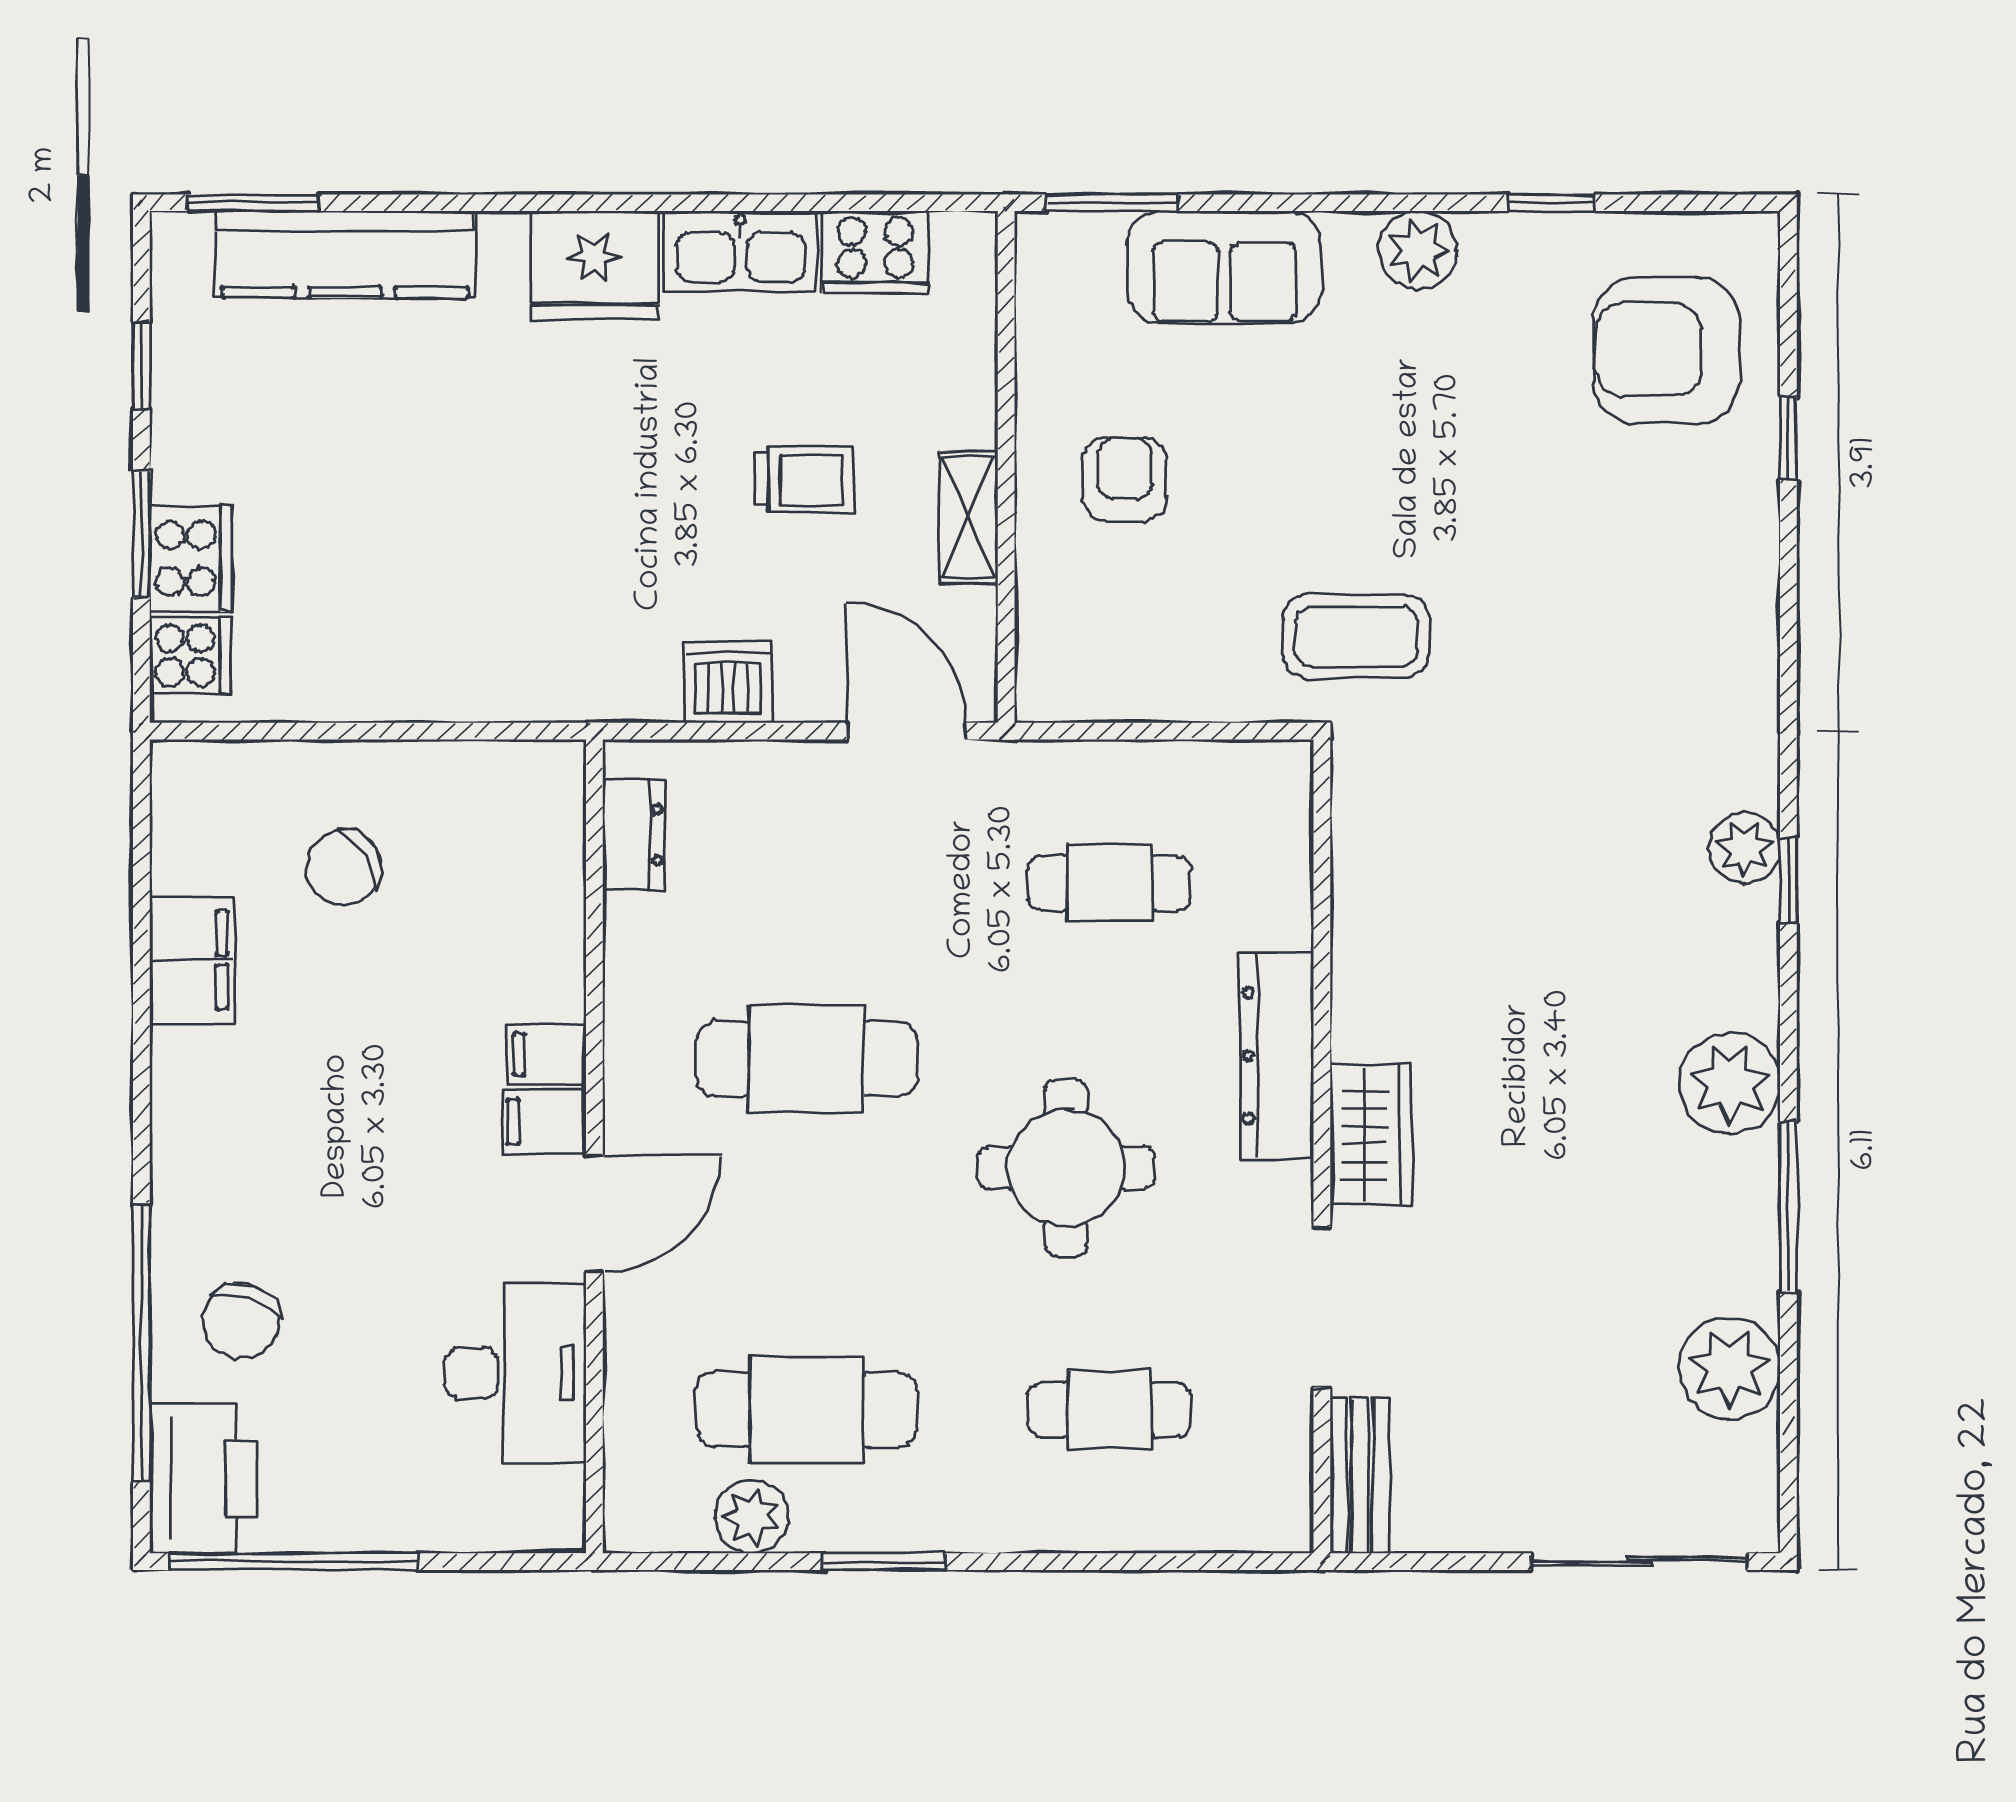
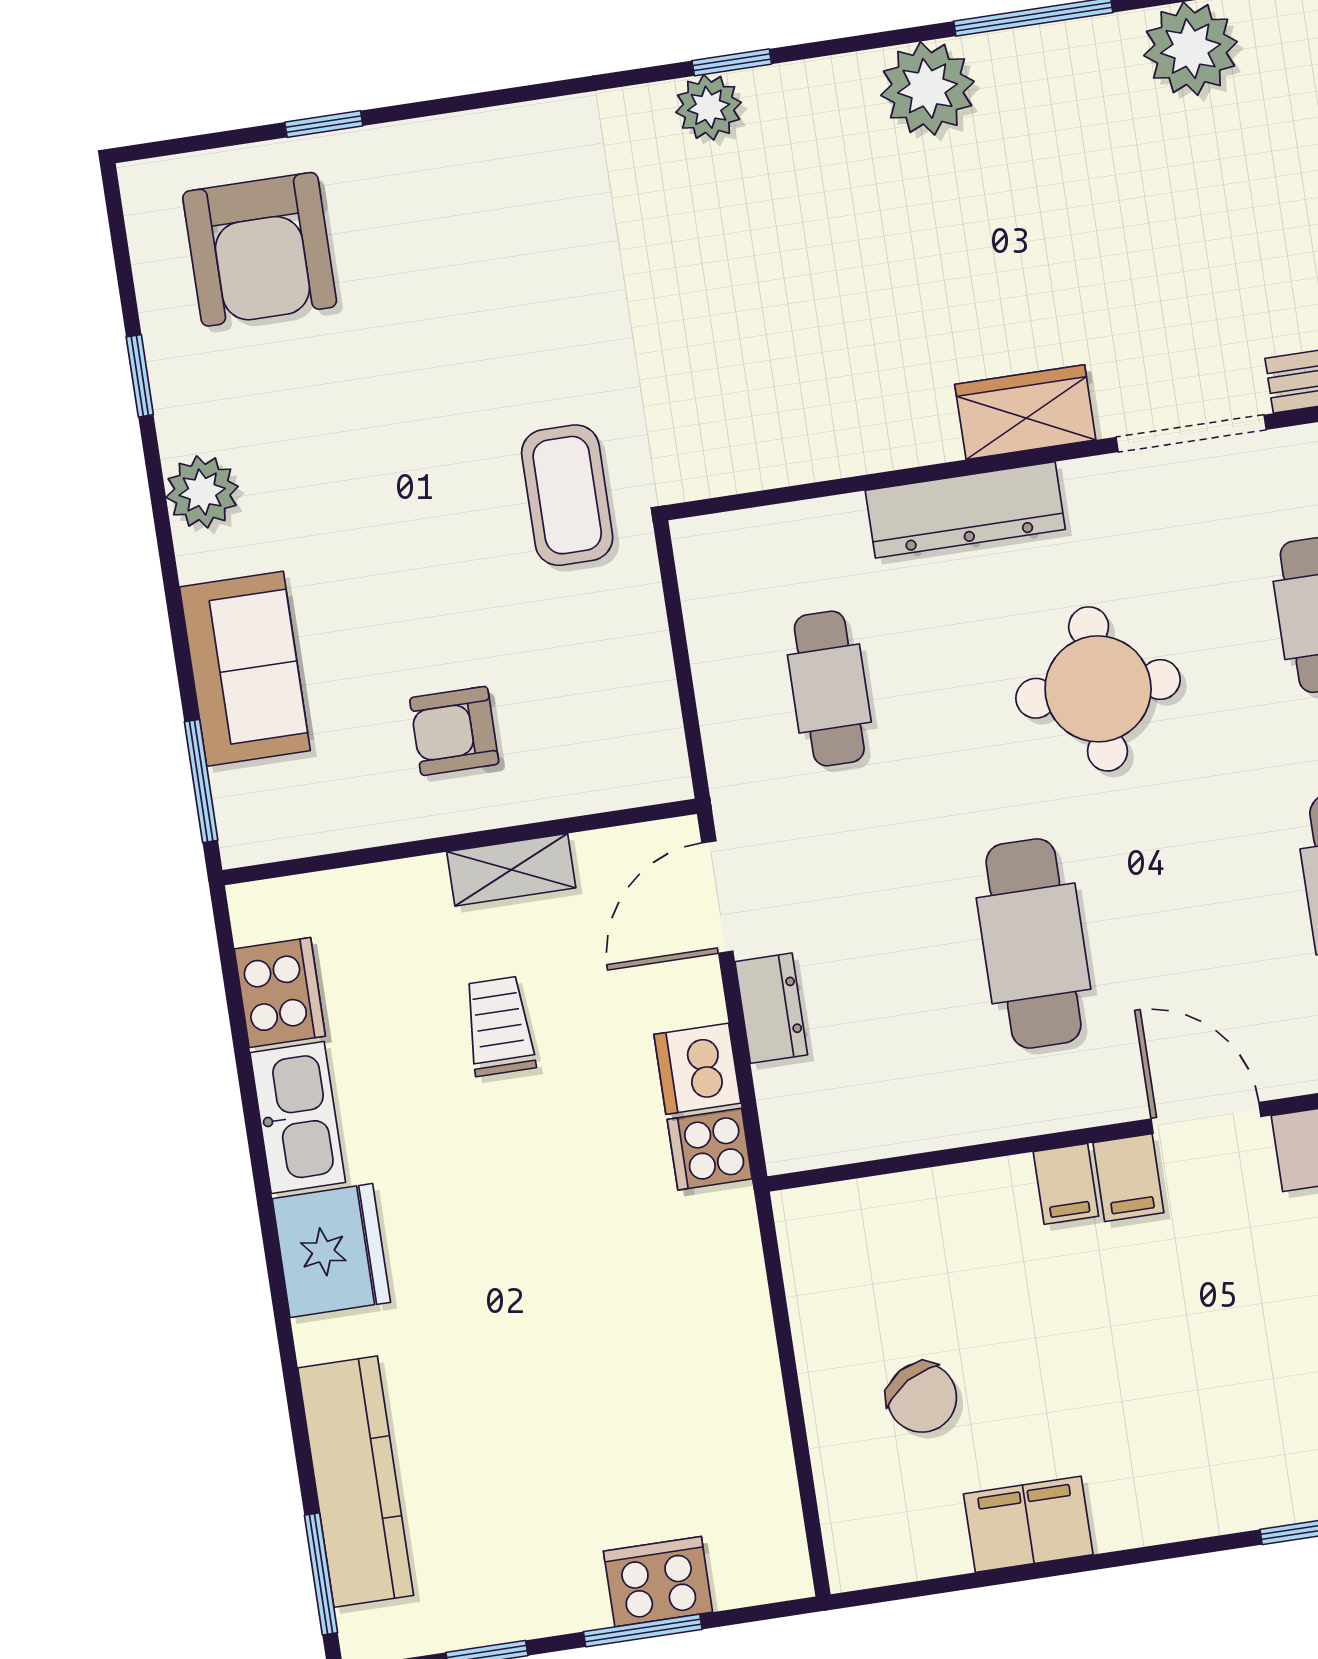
cooker: (190, 655) -> (710, 1149), moved, turned -90
dresser: (634, 835) -> (771, 1008), moved, turned 90

